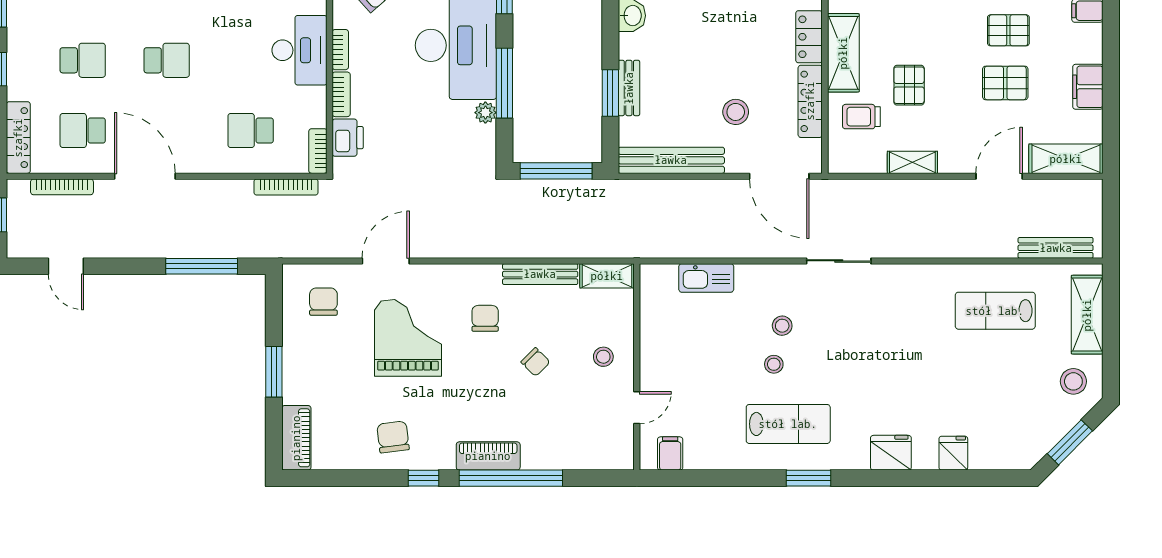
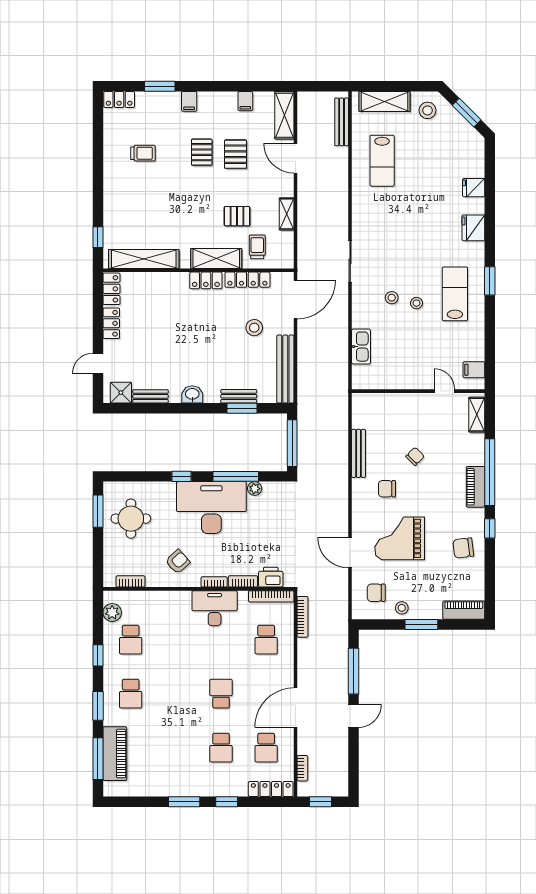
school desk: (83, 60) -> (221, 748), turned 180
filing cabinet: (1088, 87) -> (245, 101), width x0.50
trolley: (861, 117) -> (257, 247), turned 180
bookcase: (318, 151) -> (271, 596), width x1.56
bookcase: (62, 187) -> (302, 768), width x0.64
door: (66, 266) -> (353, 716), moved
shelving: (607, 276) -> (477, 415), moved
stool: (603, 357) -> (402, 608), moved

